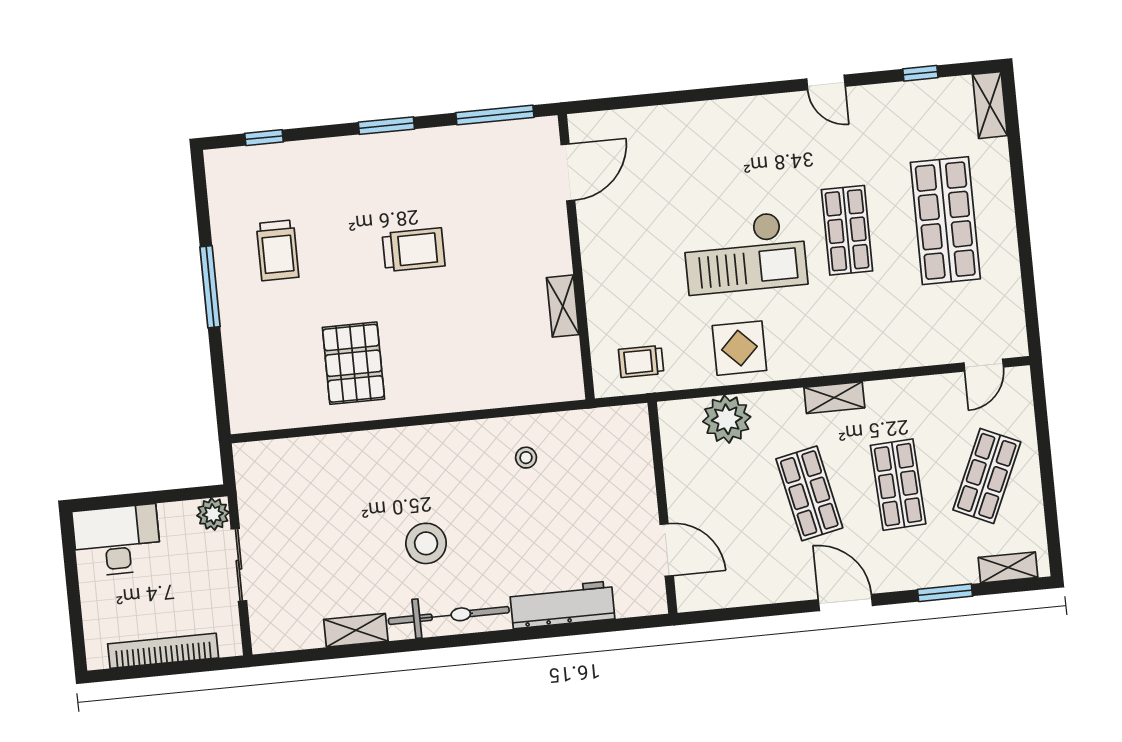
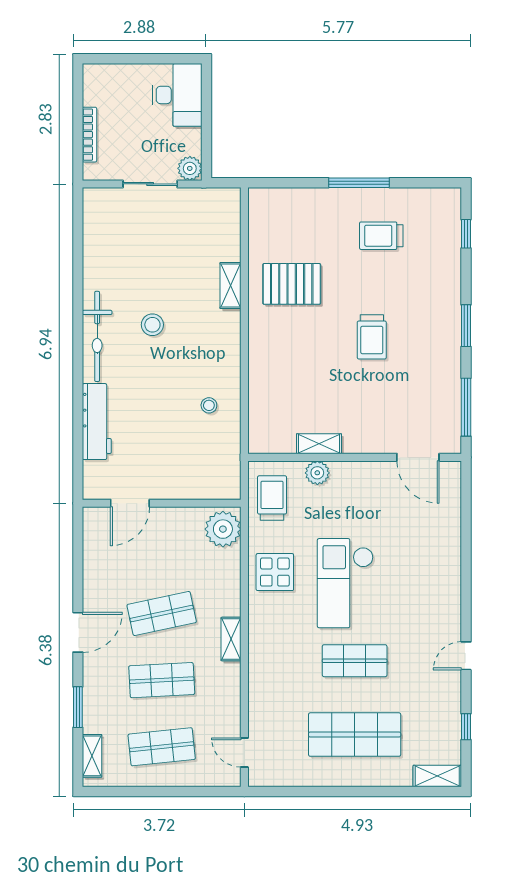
plant: (602, 304) -> (317, 473), added
trolley: (641, 361) -> (272, 498), width x1.36, depth x1.39
plant: (727, 419) -> (223, 529), moved
shop shelf: (987, 476) -> (162, 747), turned -30
stool: (426, 543) -> (152, 325), width x0.73, depth x0.73
shelving: (356, 630) -> (230, 286), moved
bookcase: (163, 651) -> (89, 135), width x0.68, depth x0.76

